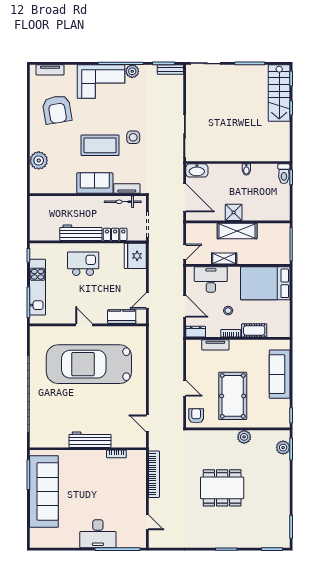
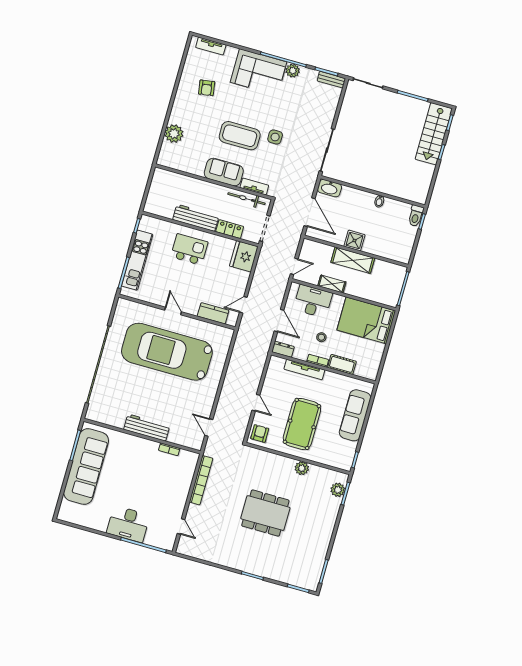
armchair: (57, 110) -> (207, 88), width x0.53, depth x0.53
tv unit: (215, 345) -> (304, 370), width x1.41

